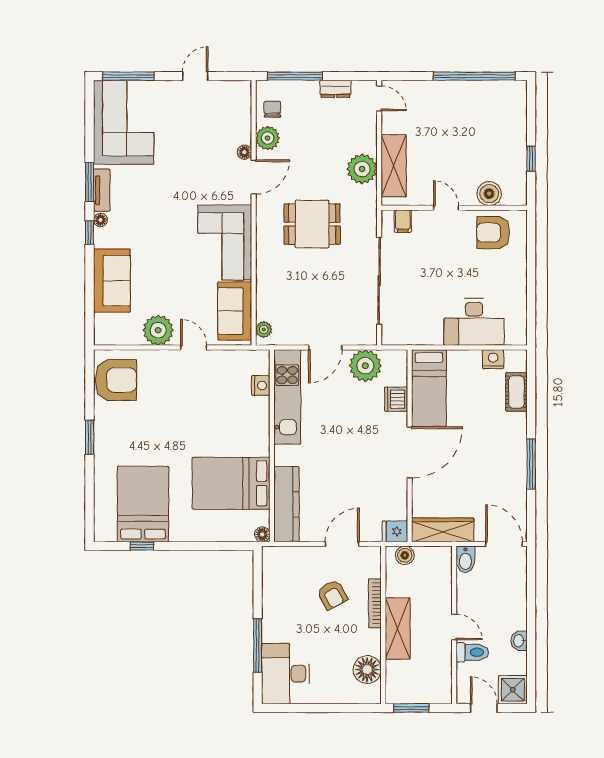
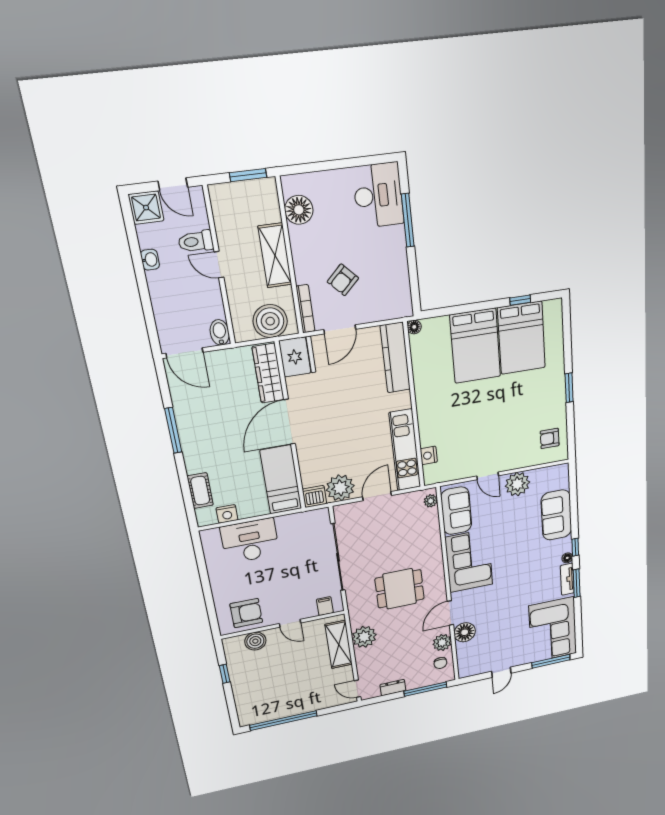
floor lamp: (244, 152) -> (465, 632), width x1.89, depth x1.89
armchair: (116, 380) -> (550, 438), width x0.53, depth x0.53
dishwasher: (396, 399) -> (314, 496), moved, turned -90
bed: (231, 483) -> (475, 346), moved, turned 90
wardrobe: (443, 530) -> (268, 373), moved, turned 90
fridge: (395, 531) -> (297, 357), width x1.88, depth x1.34
boiler: (405, 555) -> (270, 321), width x1.86, depth x1.86
armchair: (332, 595) -> (343, 280), turned -105
bookcase: (375, 603) -> (305, 309), moved

